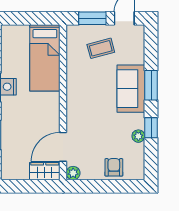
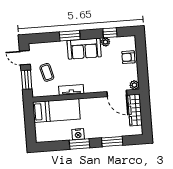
tv unit: (73, 82) -> (71, 90), added
sofa: (131, 89) -> (84, 49), moved
window: (151, 128) -> (110, 33), moved
wardrobe: (45, 171) -> (135, 110), width x1.50

